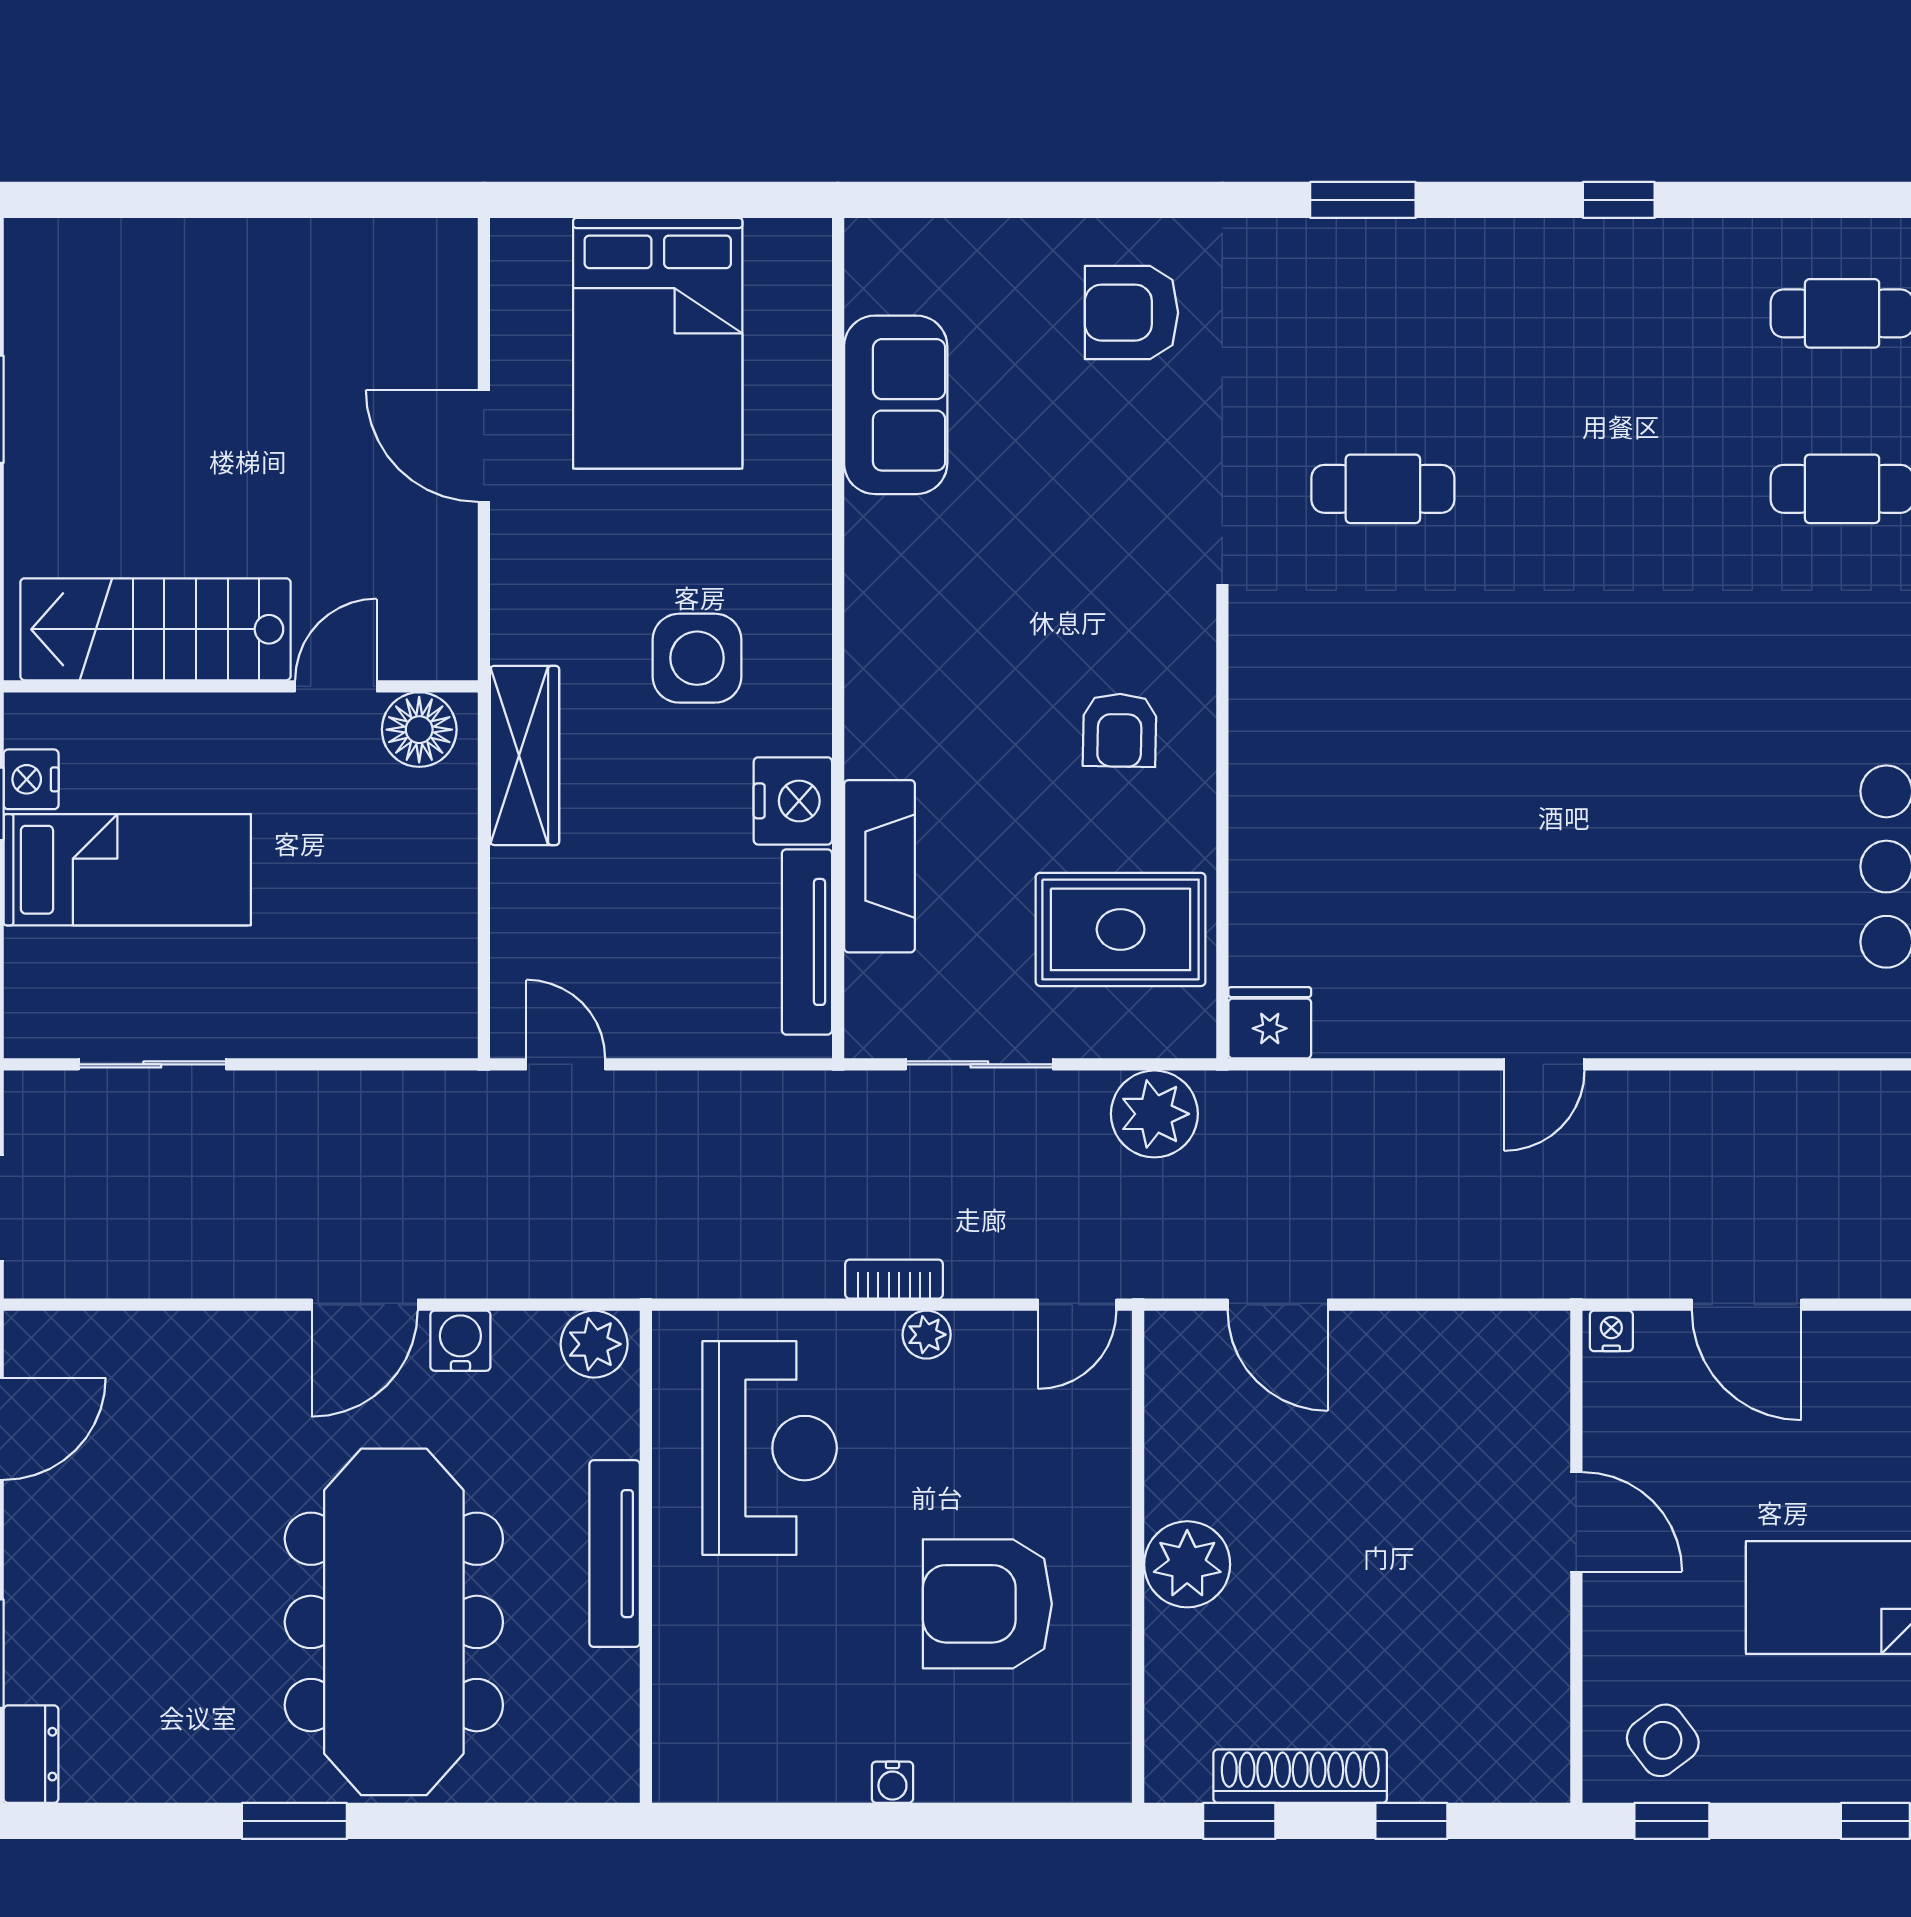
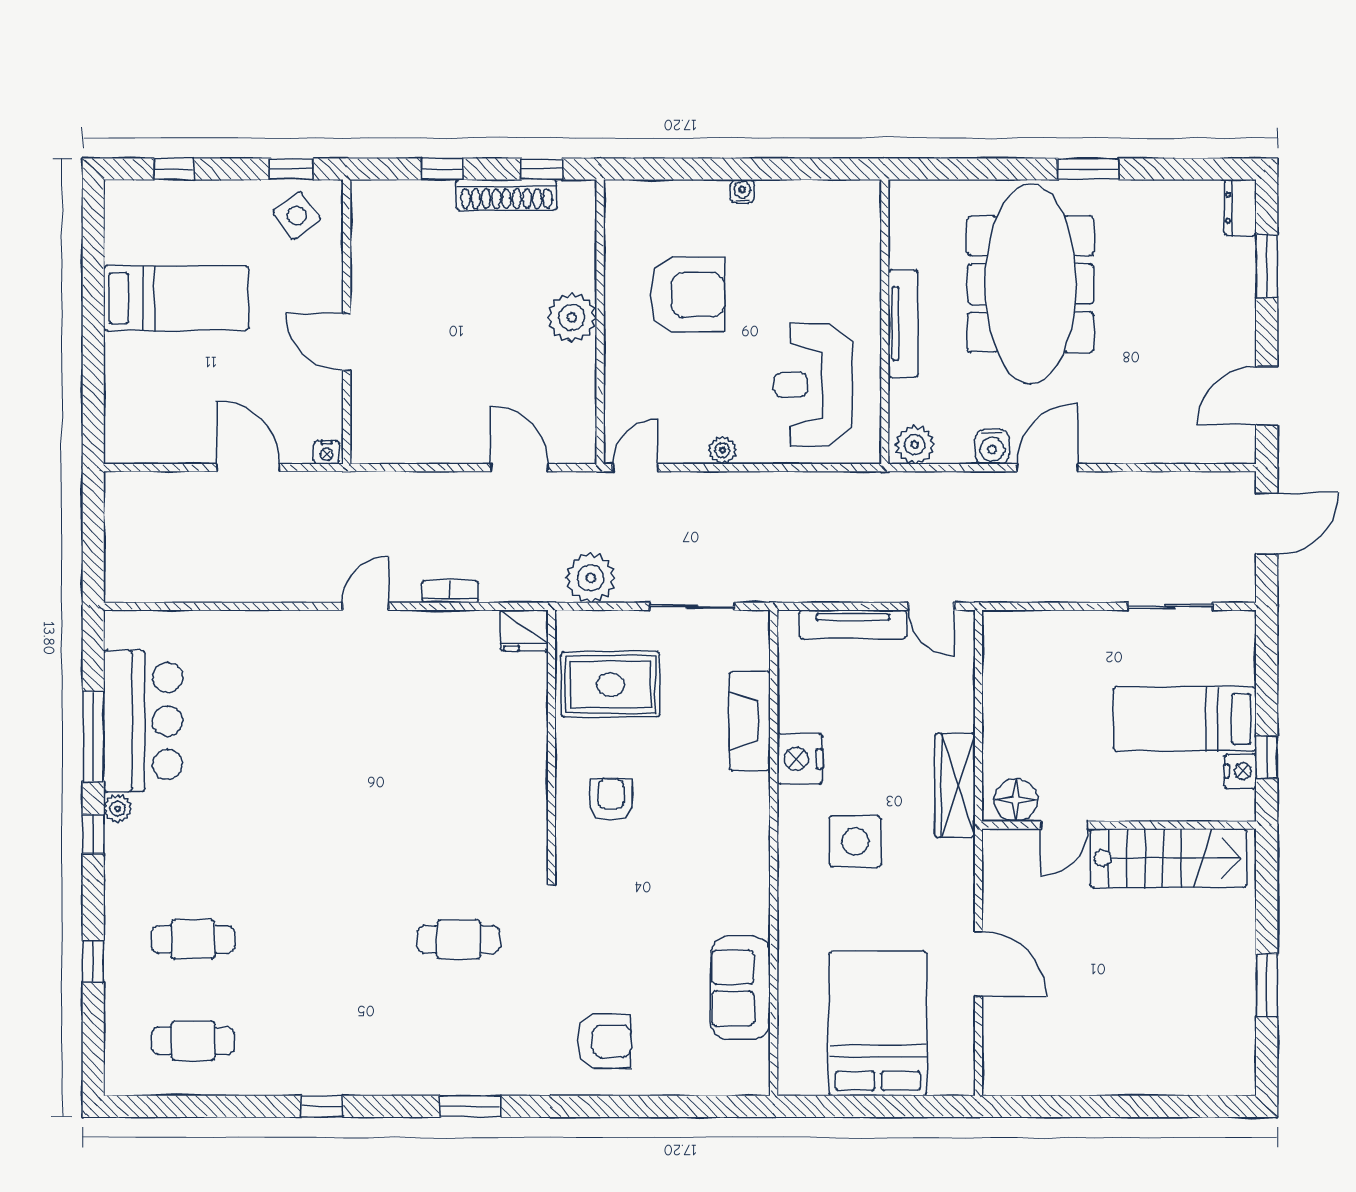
tv unit: (807, 942) -> (853, 624), moved, turned 90
bookcase: (894, 1279) -> (450, 592), moved, turned 180

